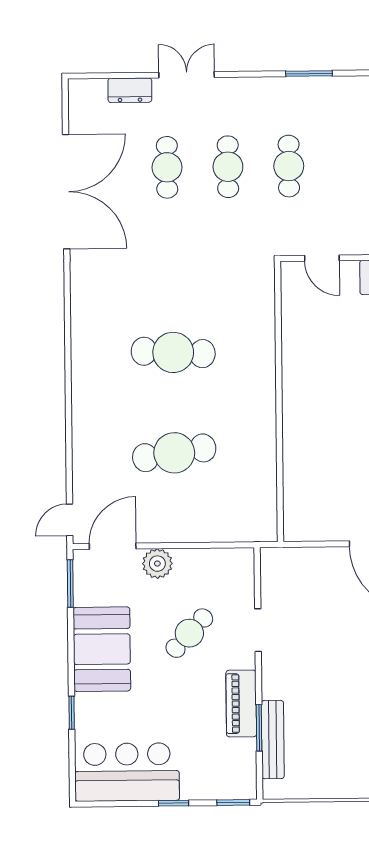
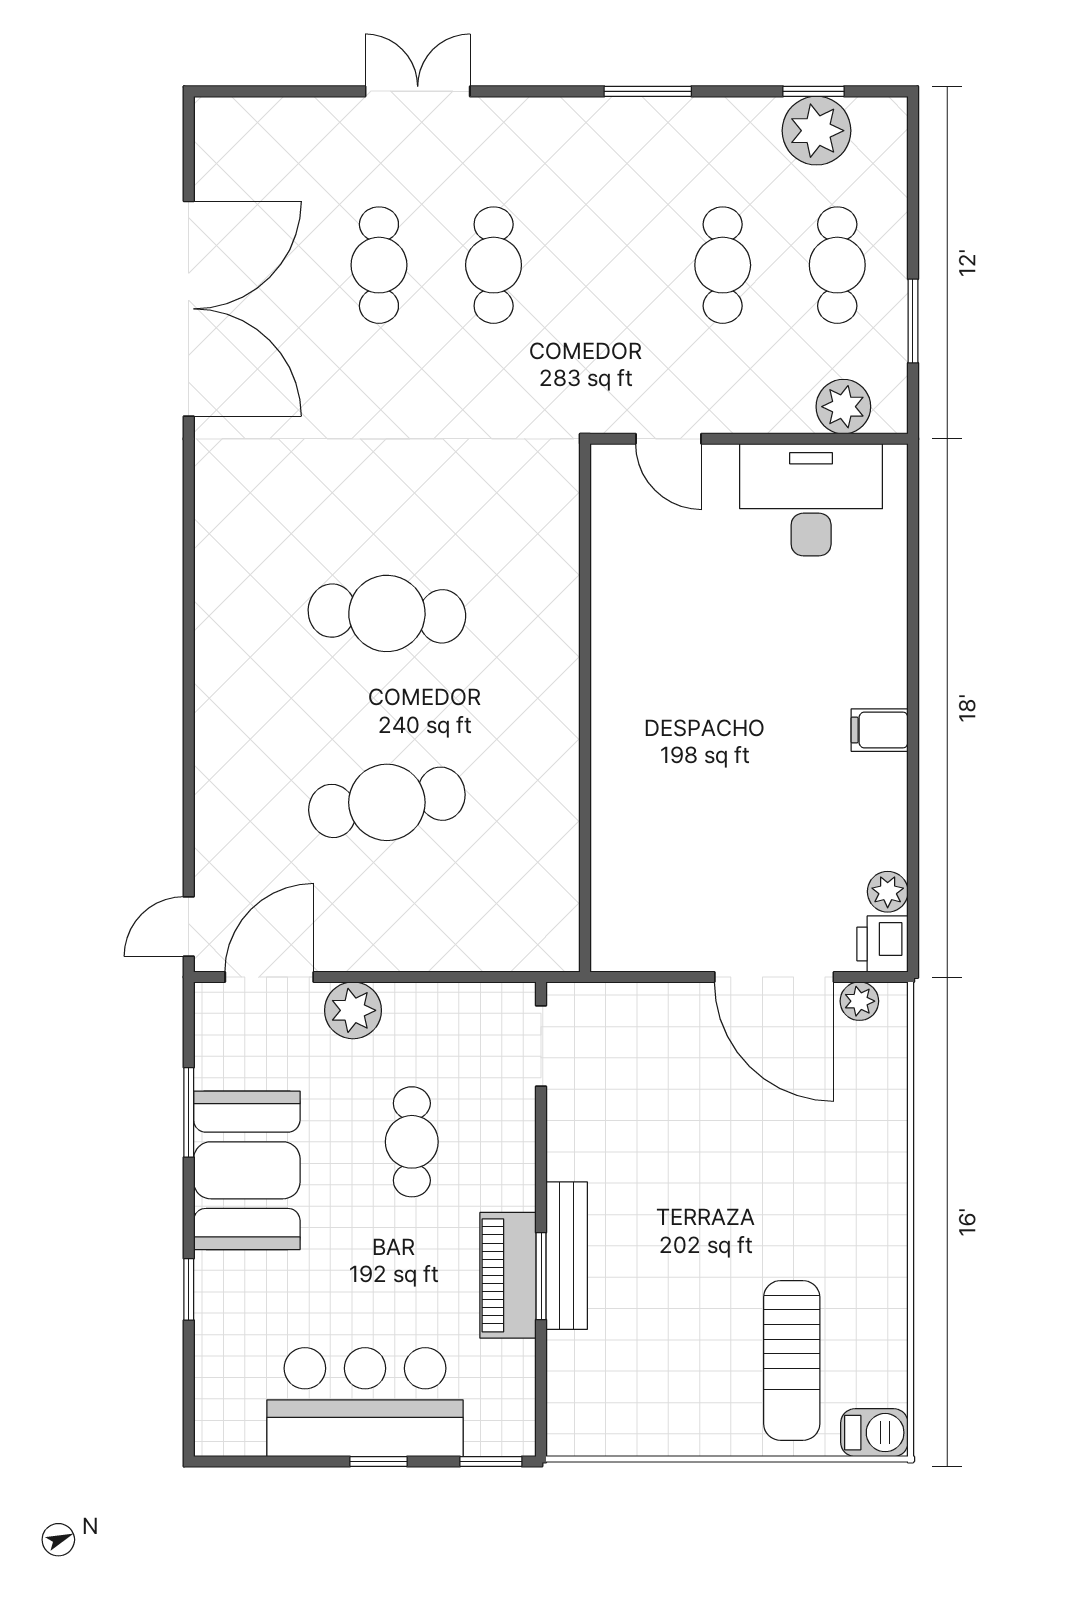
dresser: (130, 90) -> (311, 119), removed
cafe table: (289, 166) -> (723, 265), moved
window: (70, 584) -> (189, 1112), moved
doorway: (258, 630) -> (541, 1046), moved
cafe table: (189, 633) -> (412, 1142), turned -43
window: (259, 728) -> (541, 1276), moved
bench: (273, 740) -> (567, 1256), moved
bar counter: (127, 772) -> (365, 1402), moved

